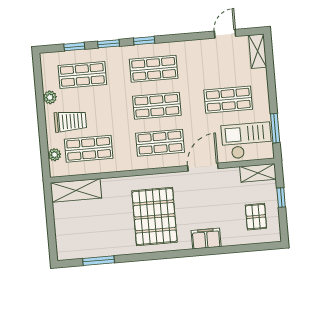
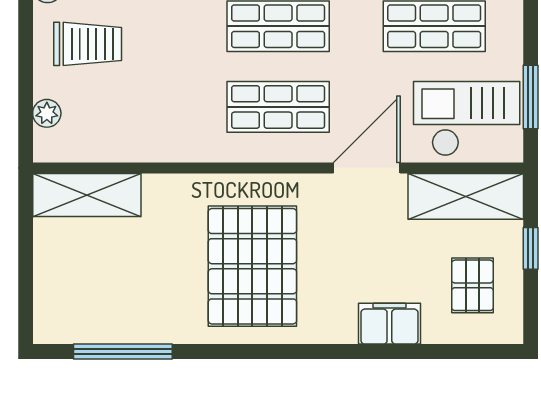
shop shelf: (89, 149) -> (122, 107), removed
shelving: (258, 173) -> (466, 196), width x1.50, depth x1.33
filing cabinet: (206, 239) -> (389, 324), moved
window: (99, 261) -> (123, 351), width x1.44

